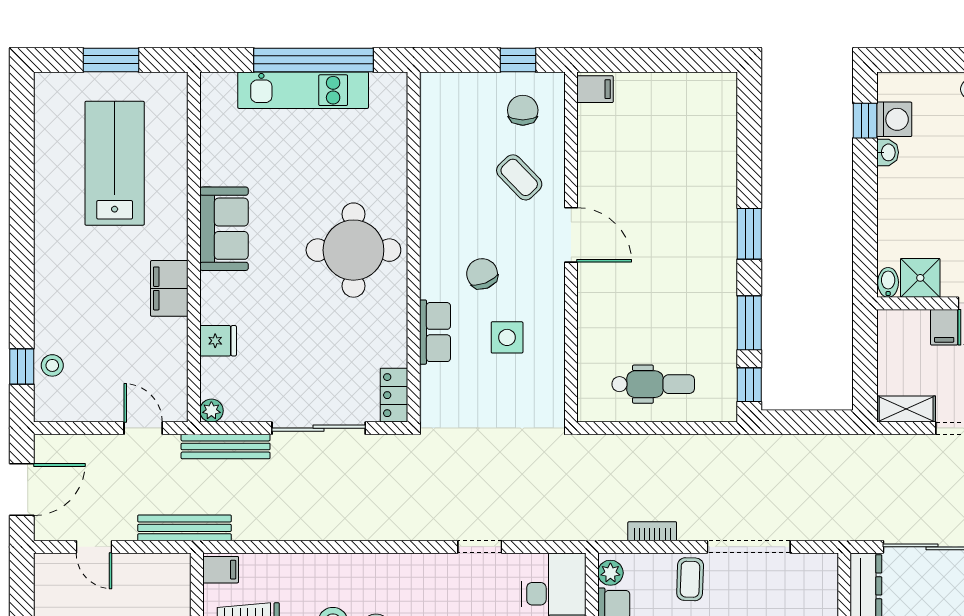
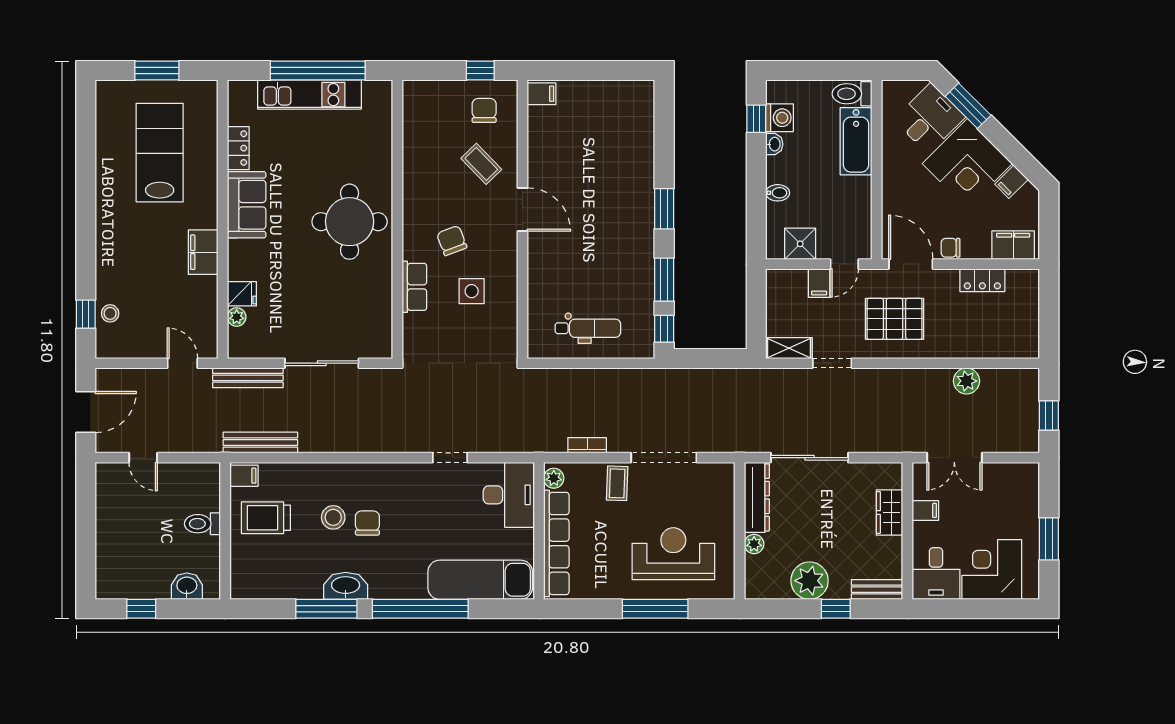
bidet: (888, 282) -> (778, 193), moved, turned 90
locker: (394, 395) -> (238, 148), moved, turned 180
plant: (211, 411) -> (237, 317), moved
bench: (184, 528) -> (260, 443), moved

